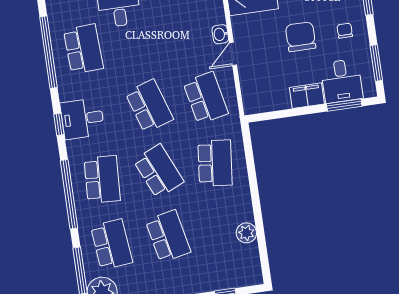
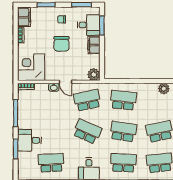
chair: (301, 37) -> (61, 44), turned -90
plant: (254, 103) -> (94, 74), added
school desk: (149, 106) -> (87, 131), turned 42
school desk: (159, 171) -> (123, 131), turned 33

